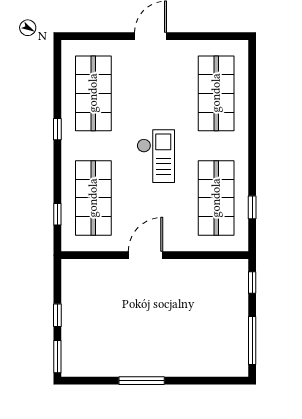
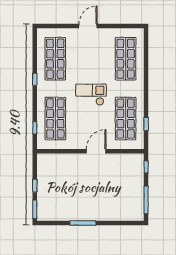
checkout: (156, 156) -> (91, 95), turned -90
door: (146, 255) -> (96, 151), moved

